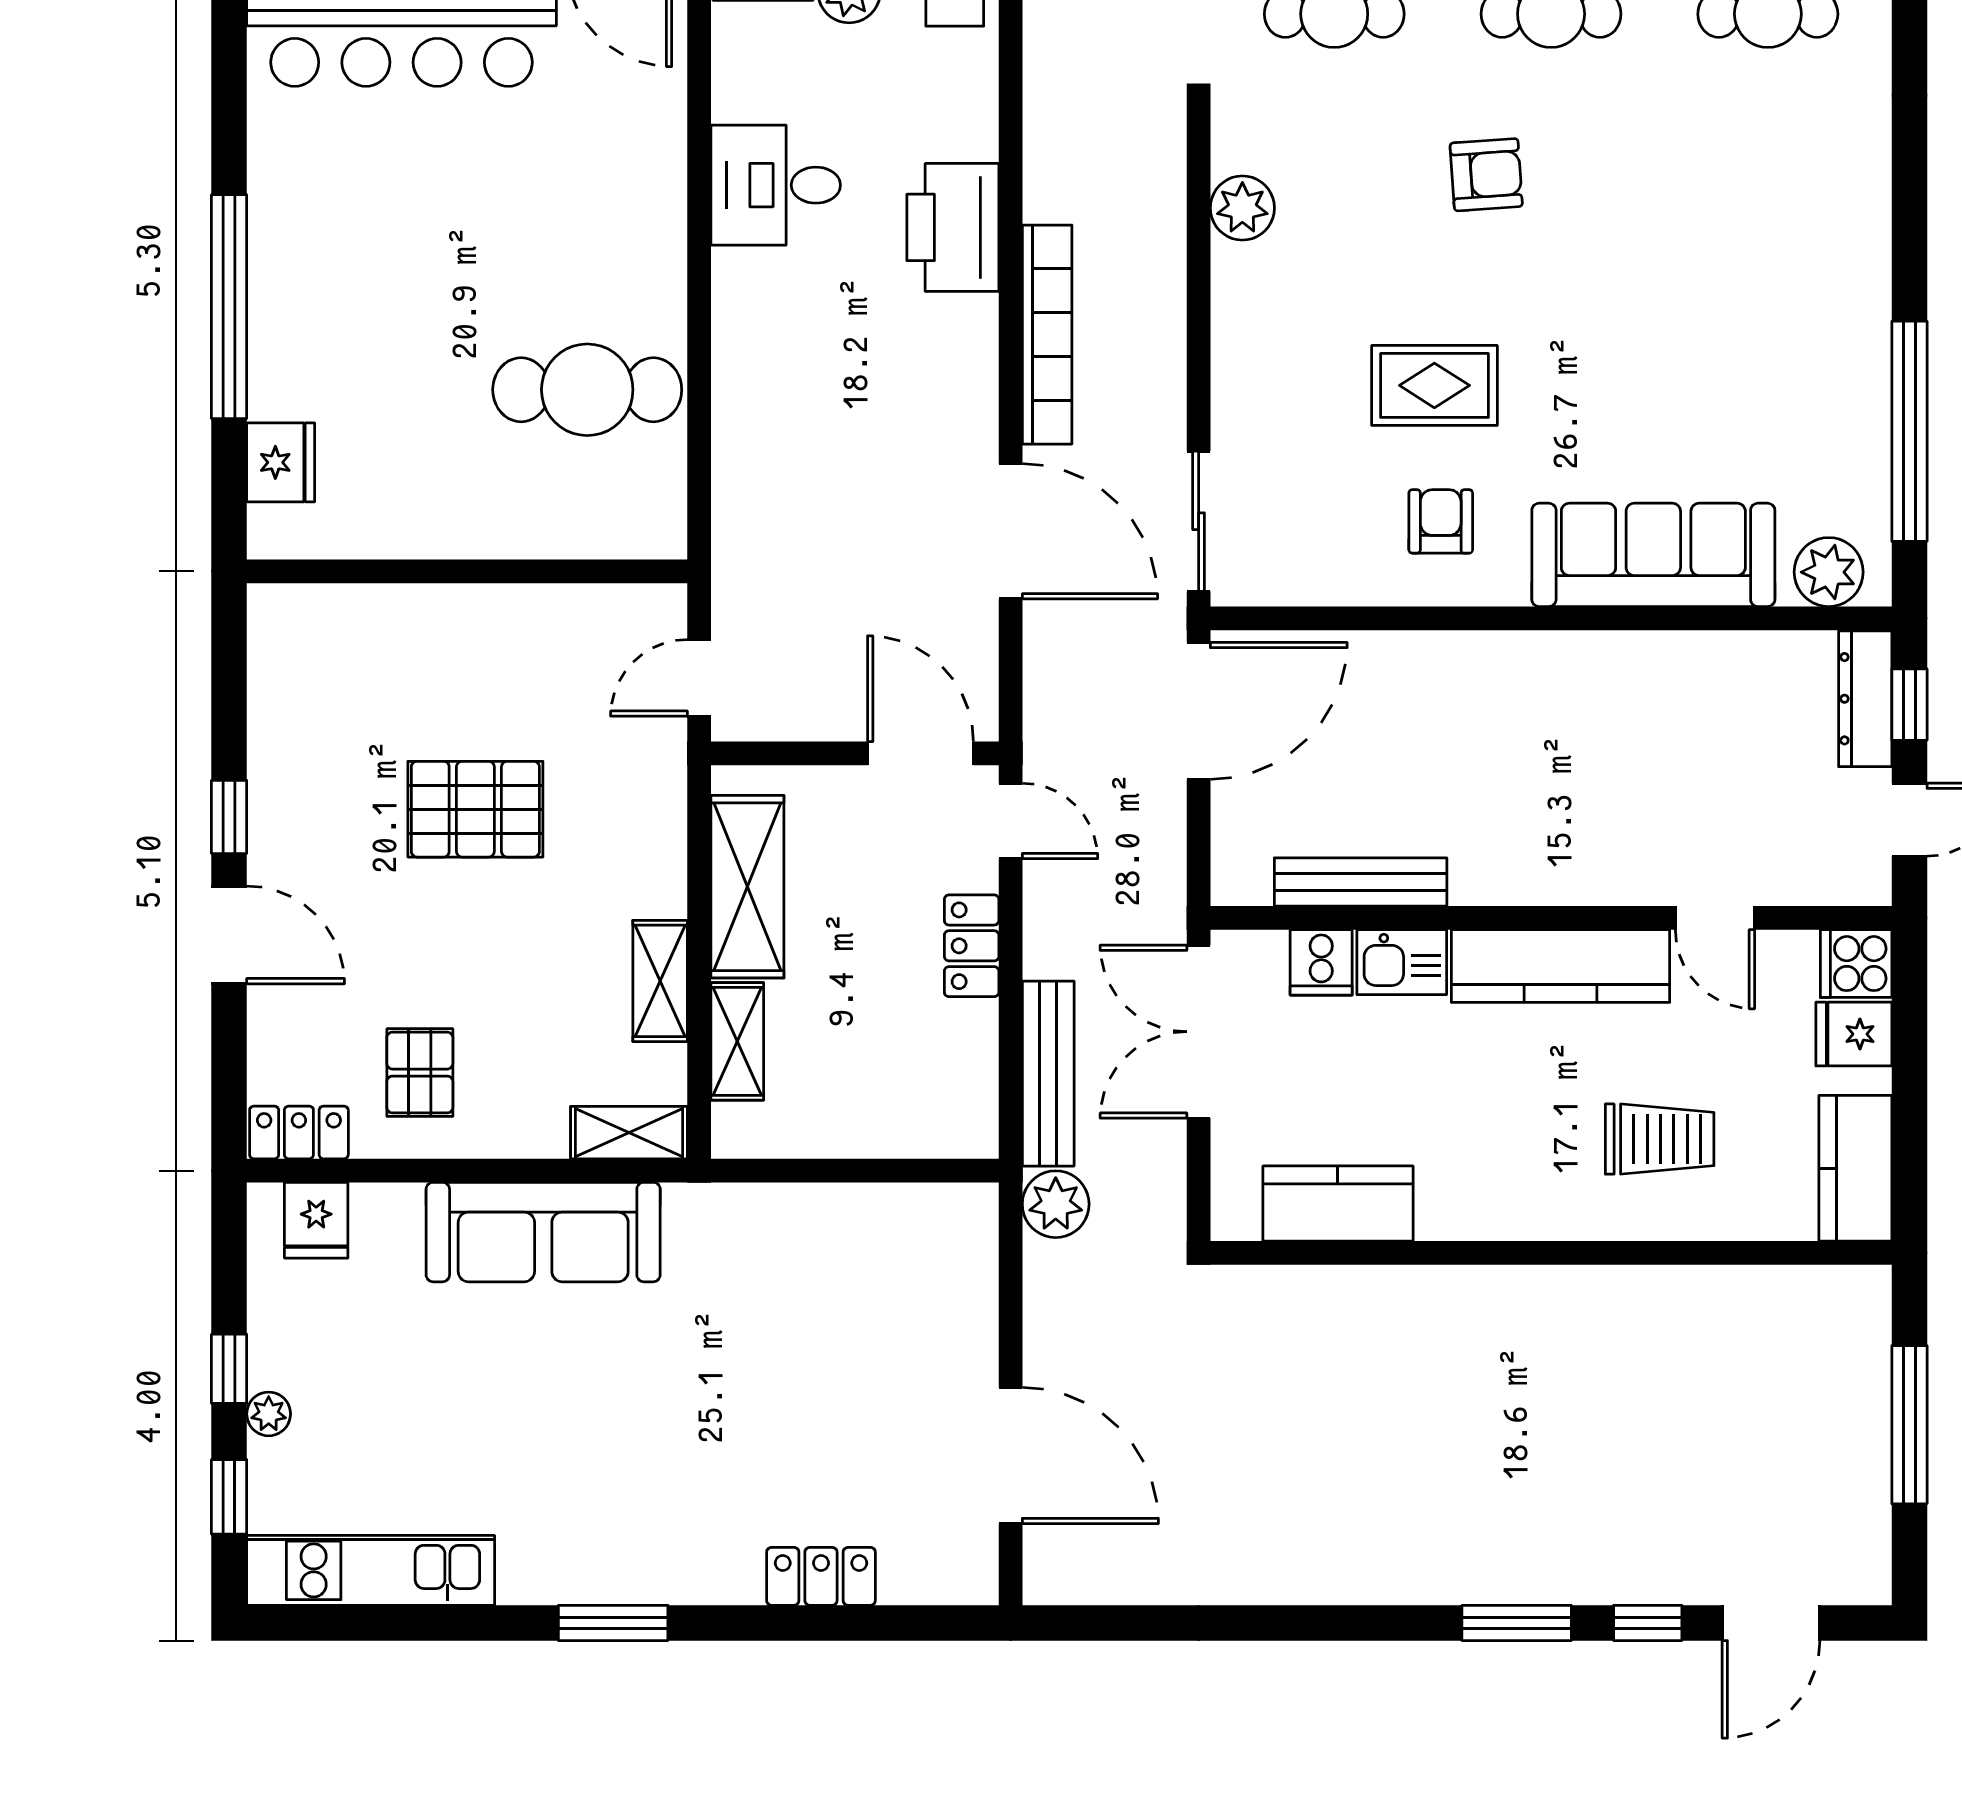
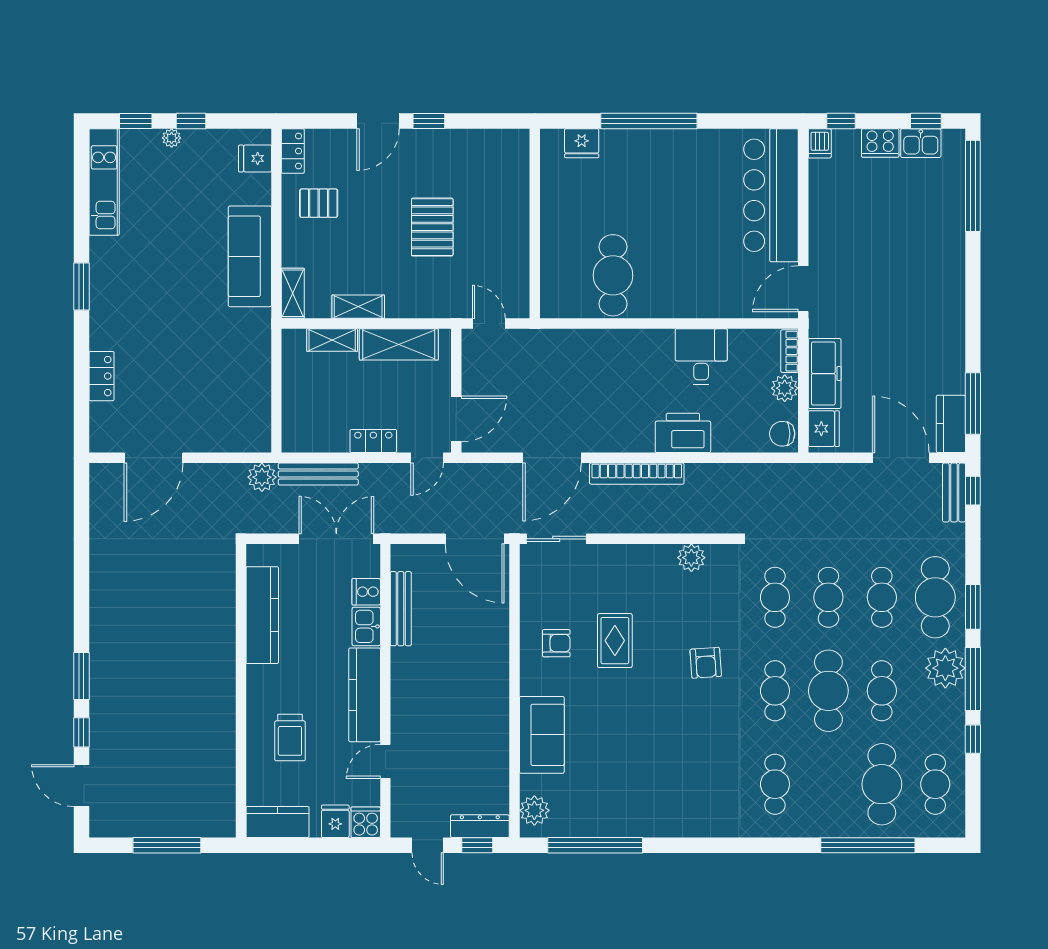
sofa: (1653, 555) -> (542, 735), width x0.73
kitchen counter: (1338, 1203) -> (262, 615), width x1.50

